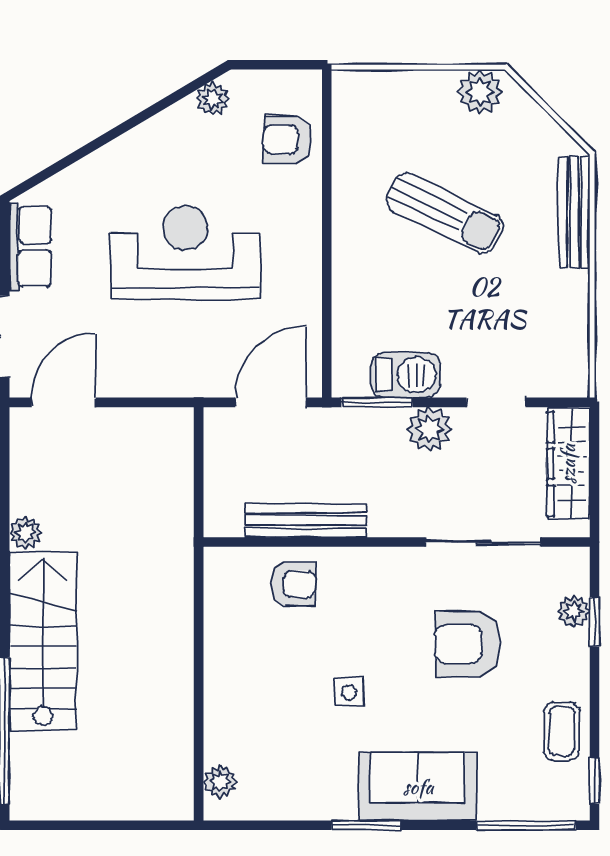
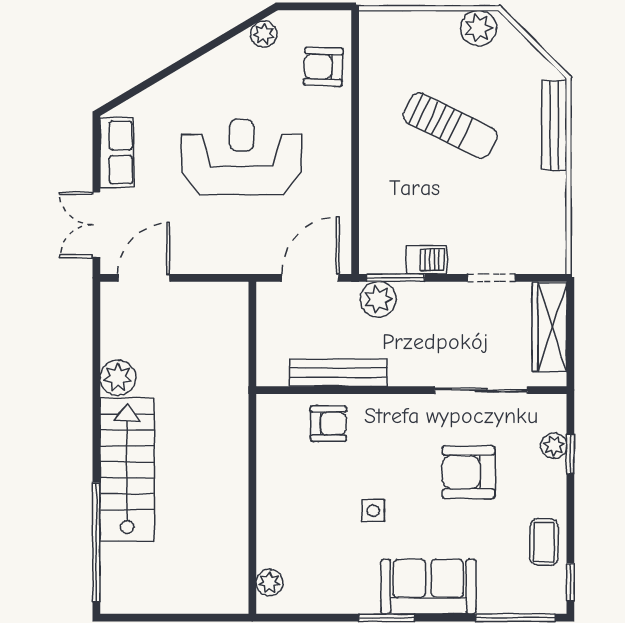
barbecue: (406, 375) -> (426, 260), width x0.73, depth x0.79
plant: (429, 429) -> (378, 299), moved
plant: (25, 533) -> (118, 378), width x1.38, depth x1.38

